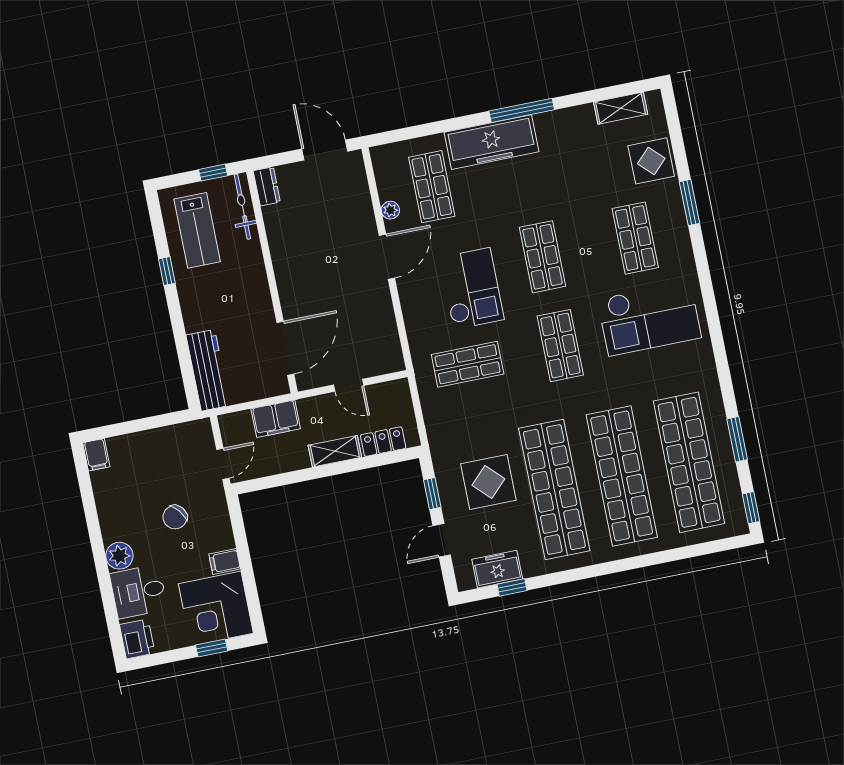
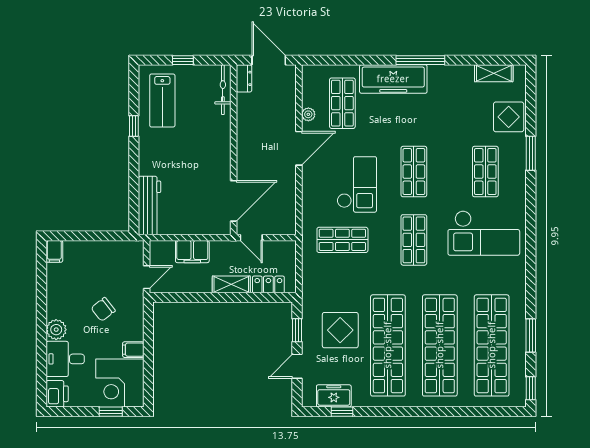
dresser: (267, 186) -> (244, 78), moved
bicycle: (242, 207) -> (223, 90), moved
wall: (272, 282) -> (234, 150), moved
door: (285, 348) -> (234, 201), moved

